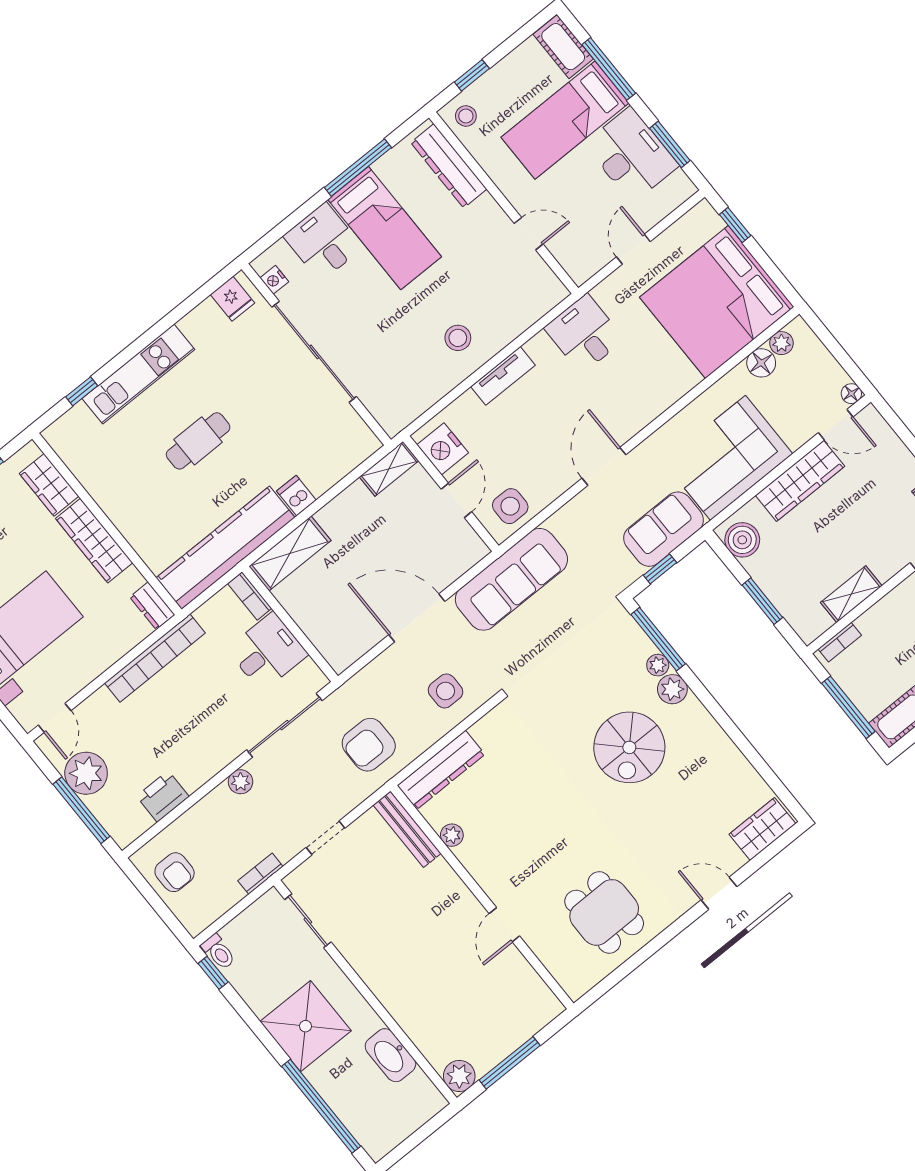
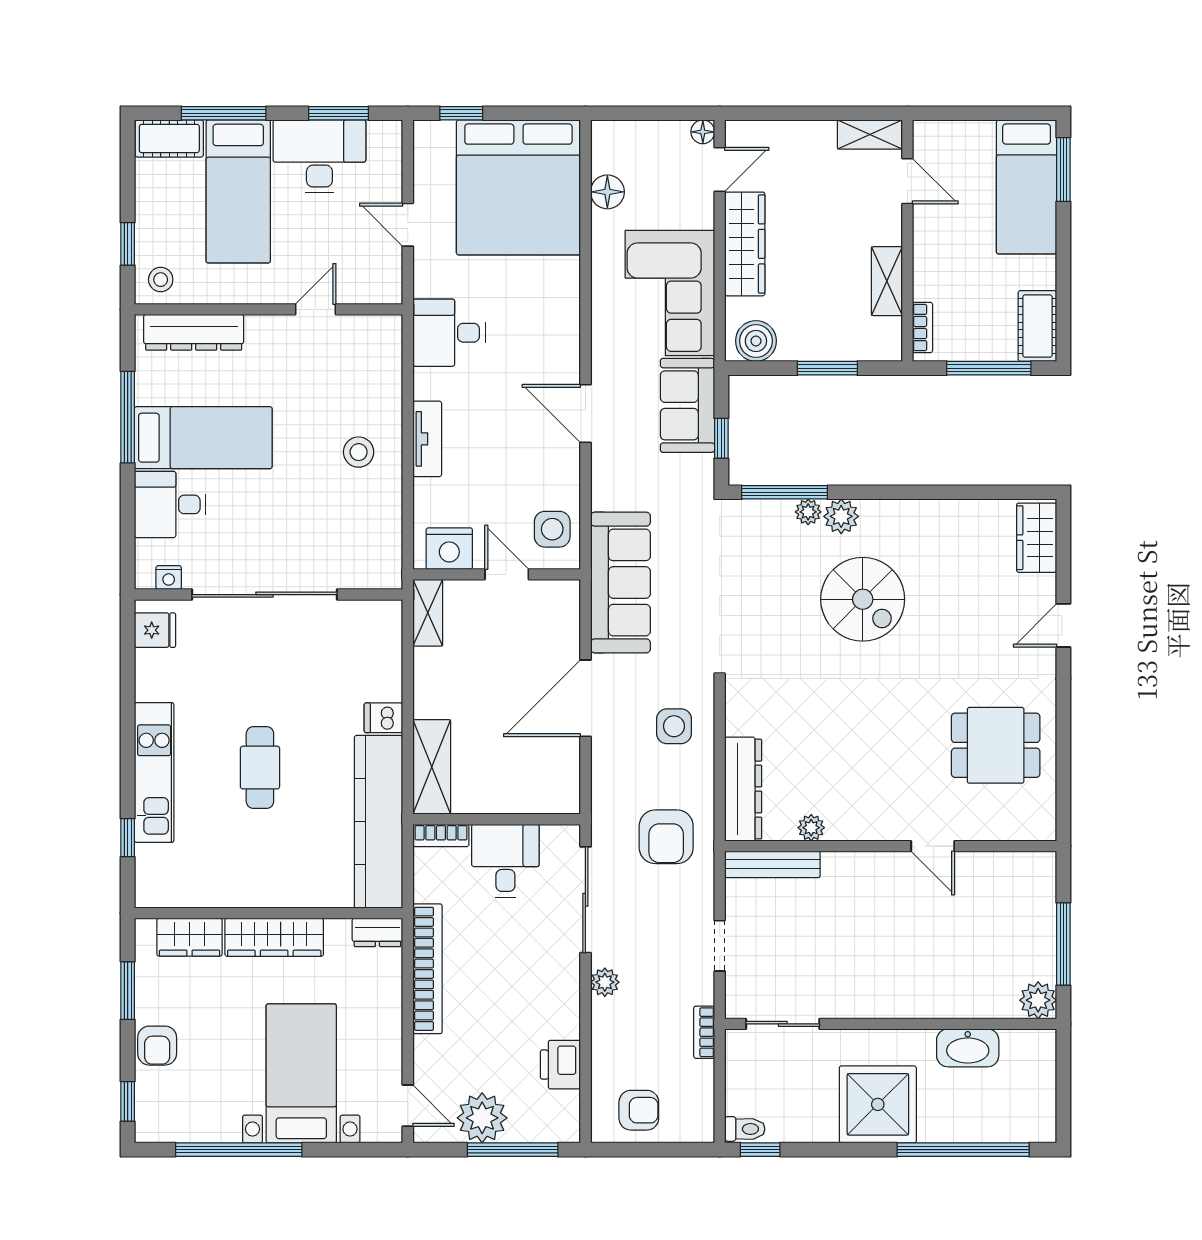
plant: (781, 343) -> (604, 158), removed

